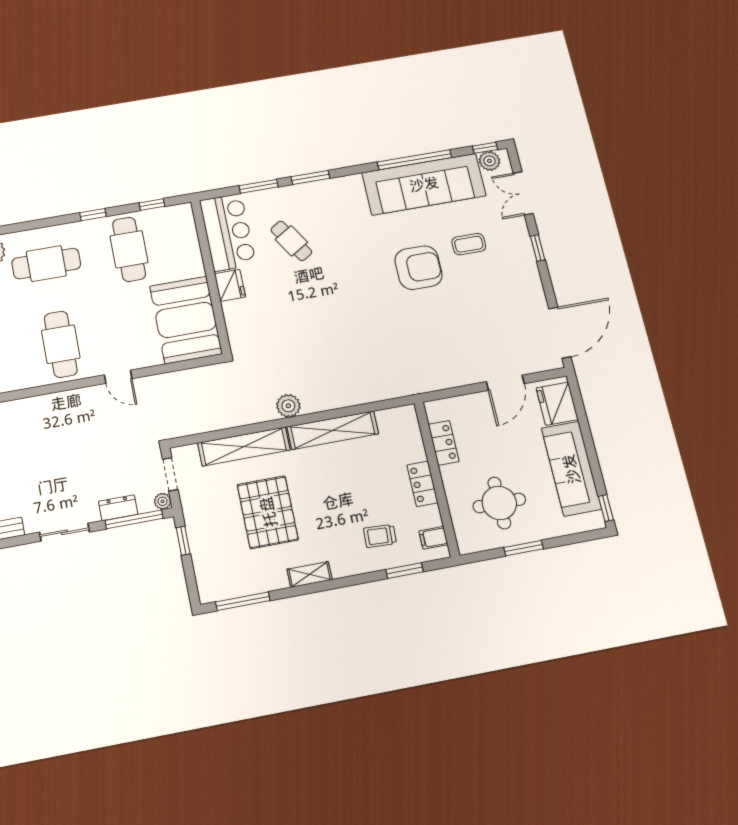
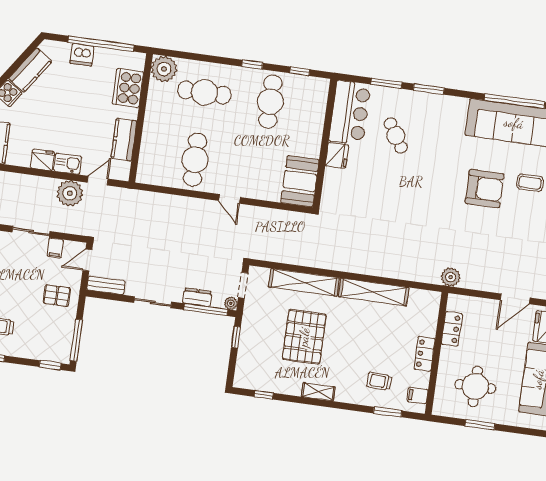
booth: (186, 320) -> (300, 181), width x0.73, depth x0.70
plant: (288, 406) -> (451, 277), moved
window: (243, 601) -> (264, 395), width x0.46

